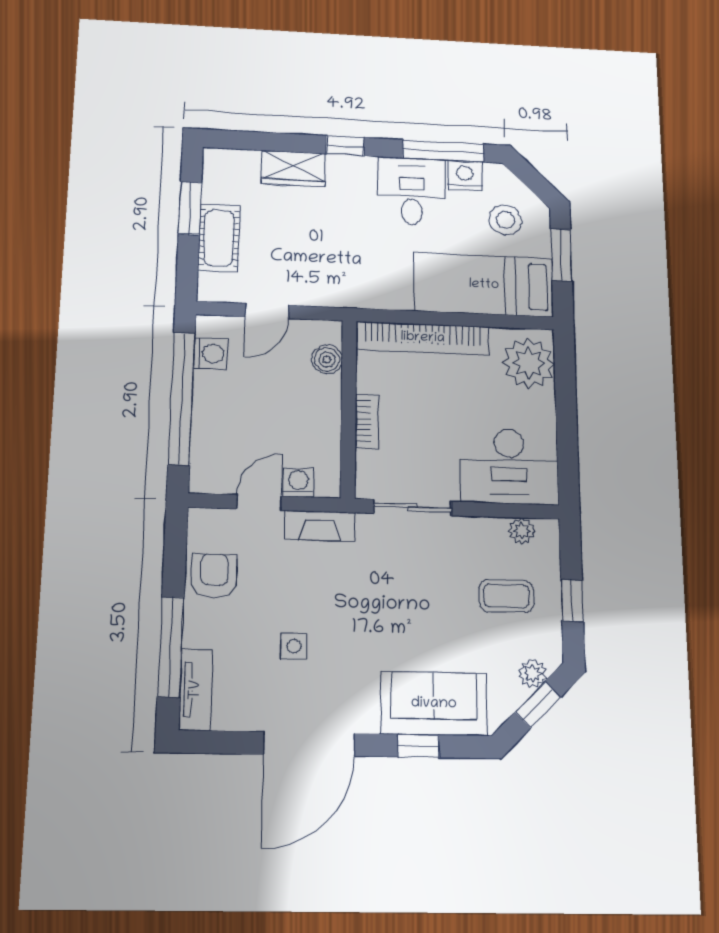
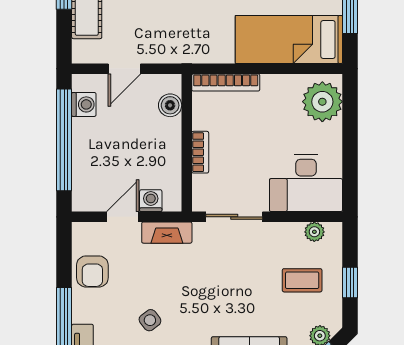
bookcase: (423, 338) -> (226, 82), width x0.68, depth x0.76
armchair: (214, 576) -> (92, 271), turned 180
side table: (294, 646) -> (150, 320), turned -37

